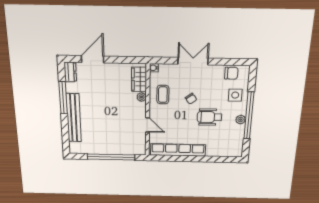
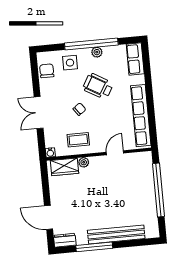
wheelchair: (209, 117) -> (98, 86), turned 120
row of seats: (229, 151) -> (135, 59), added

